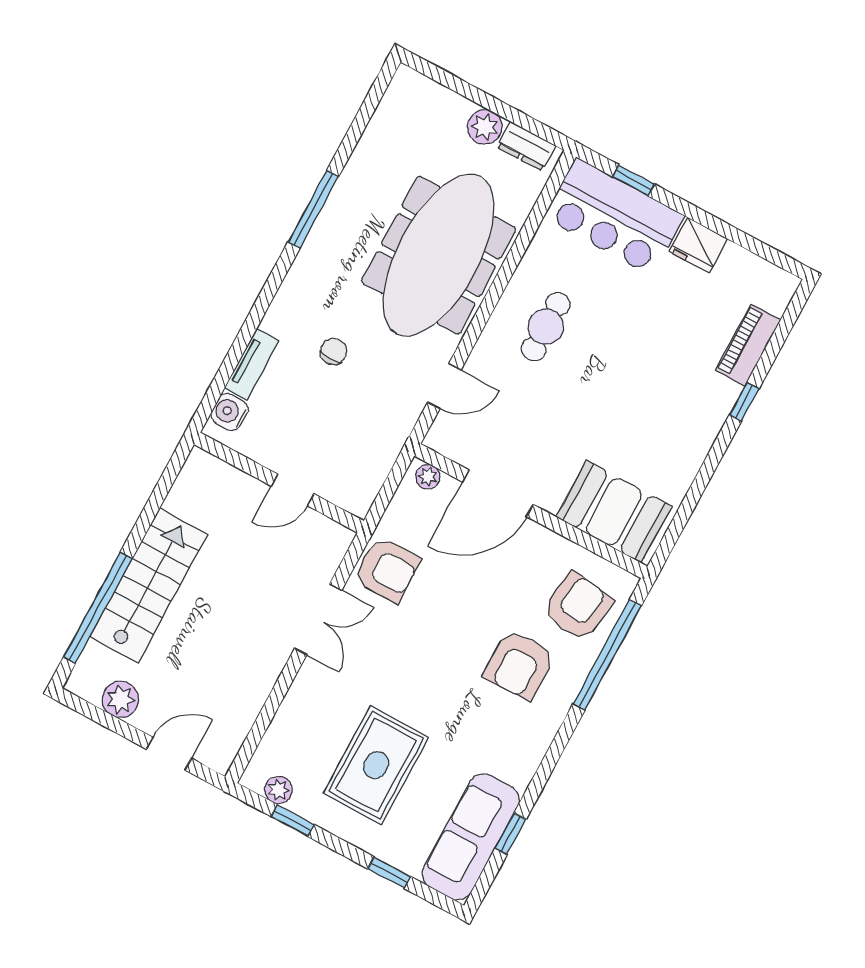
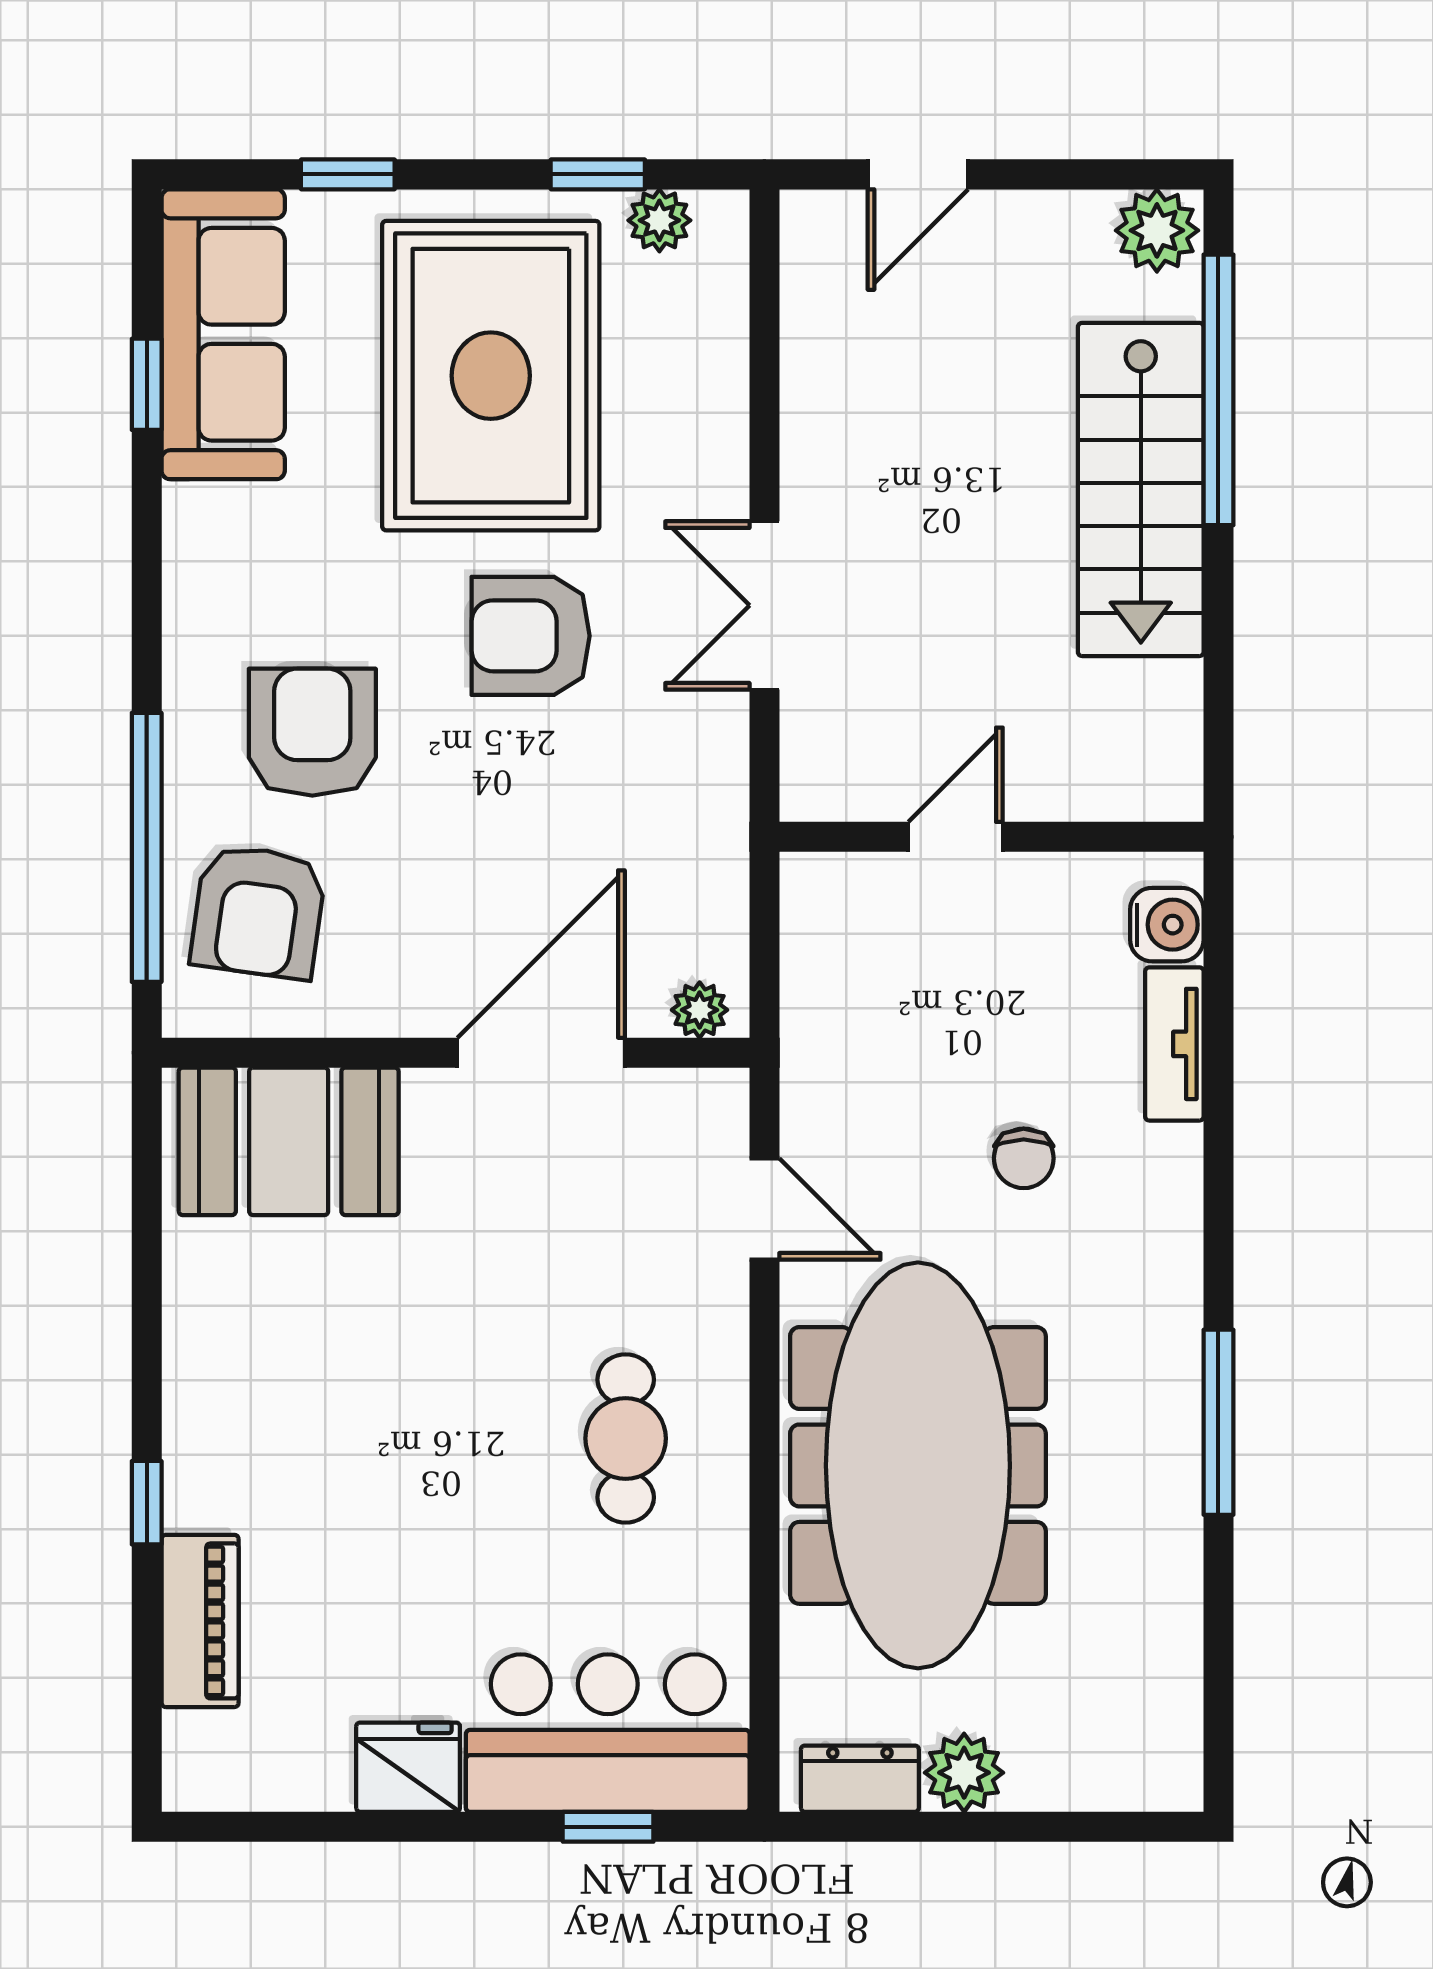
door: (444, 386) -> (764, 1209), swing flipped
armchair: (387, 569) -> (531, 636), moved
plant: (121, 700) -> (1157, 230), moved
rug: (376, 765) -> (491, 376), width x1.37, depth x1.44

